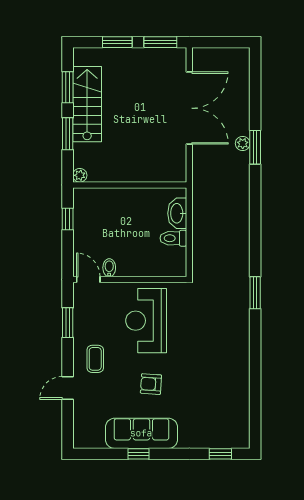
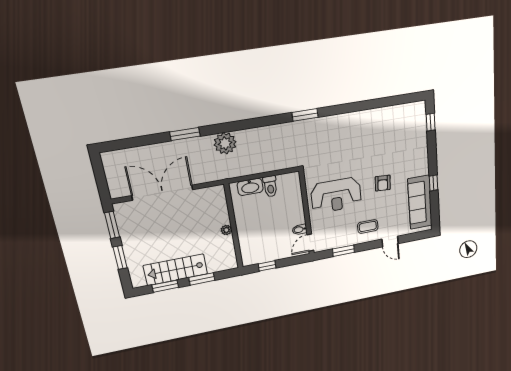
plant: (243, 143) -> (225, 143), moved, width x1.87, depth x1.87
plant: (80, 175) -> (226, 230), moved
sofa: (141, 433) -> (420, 202), moved

